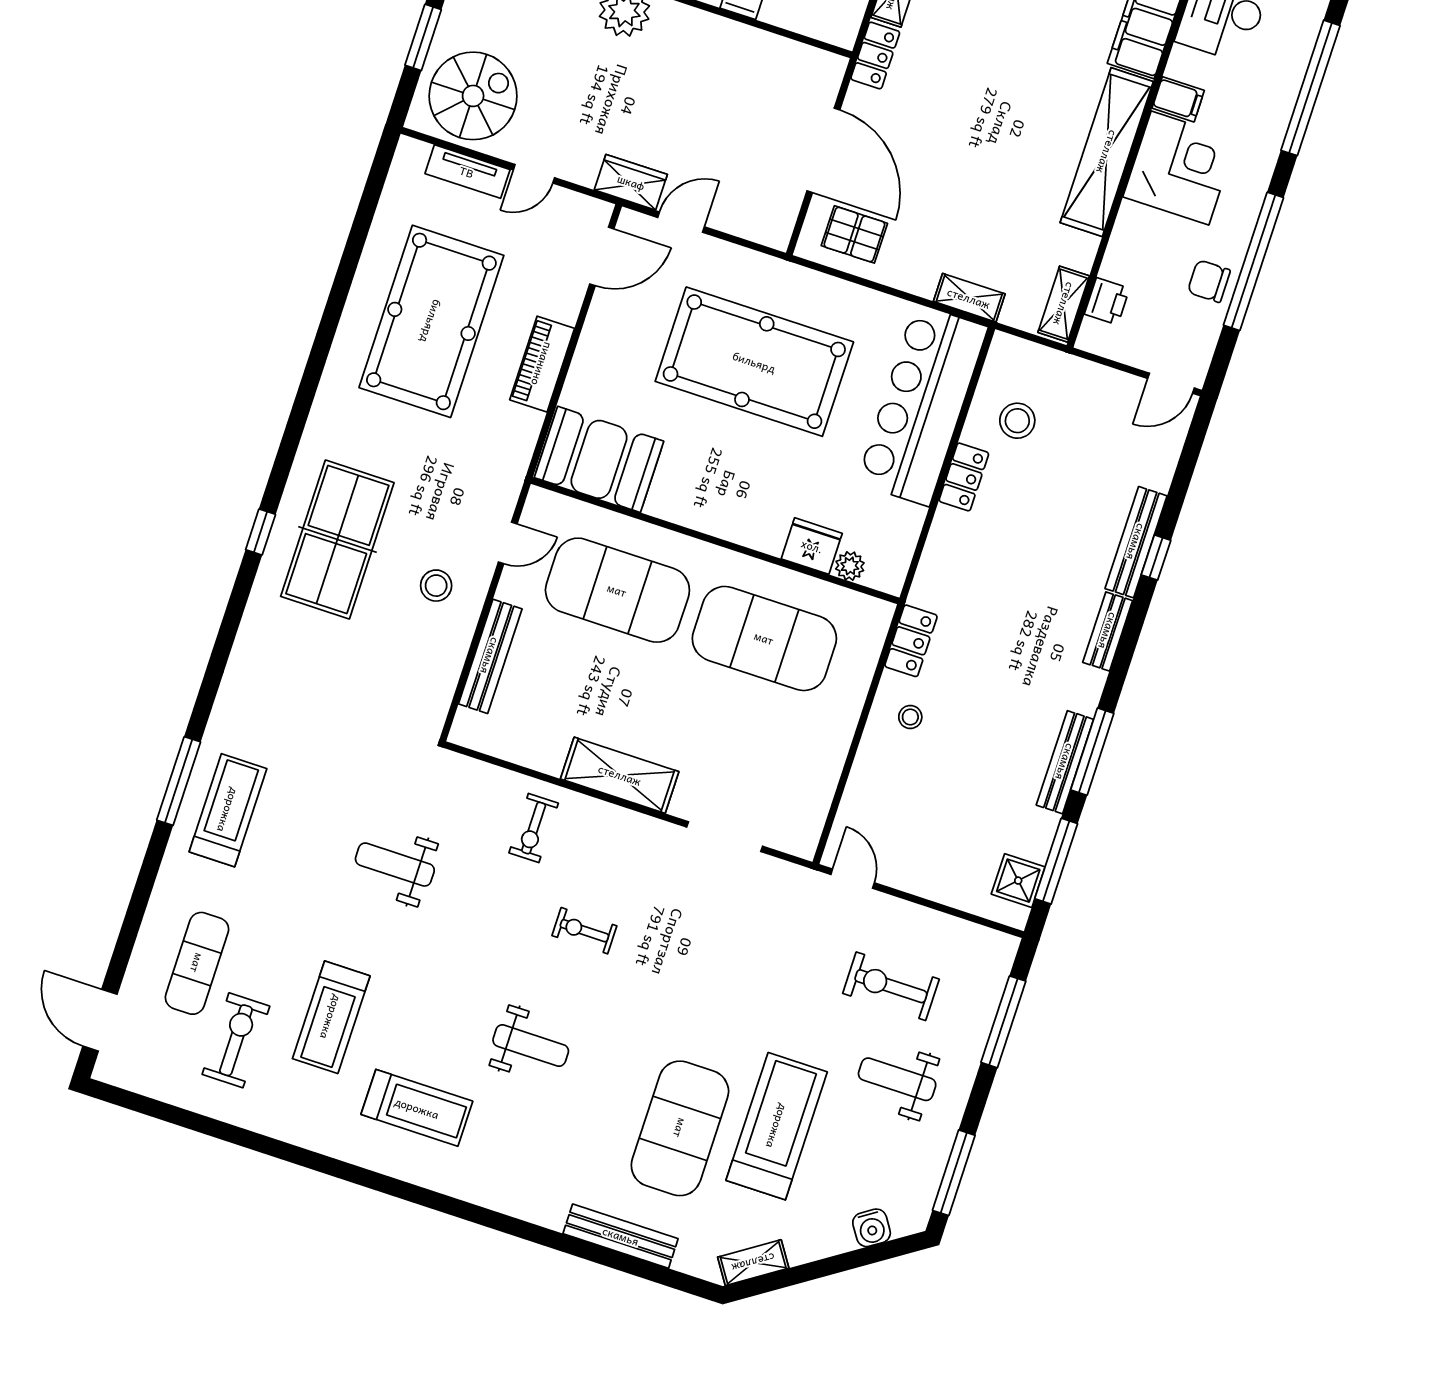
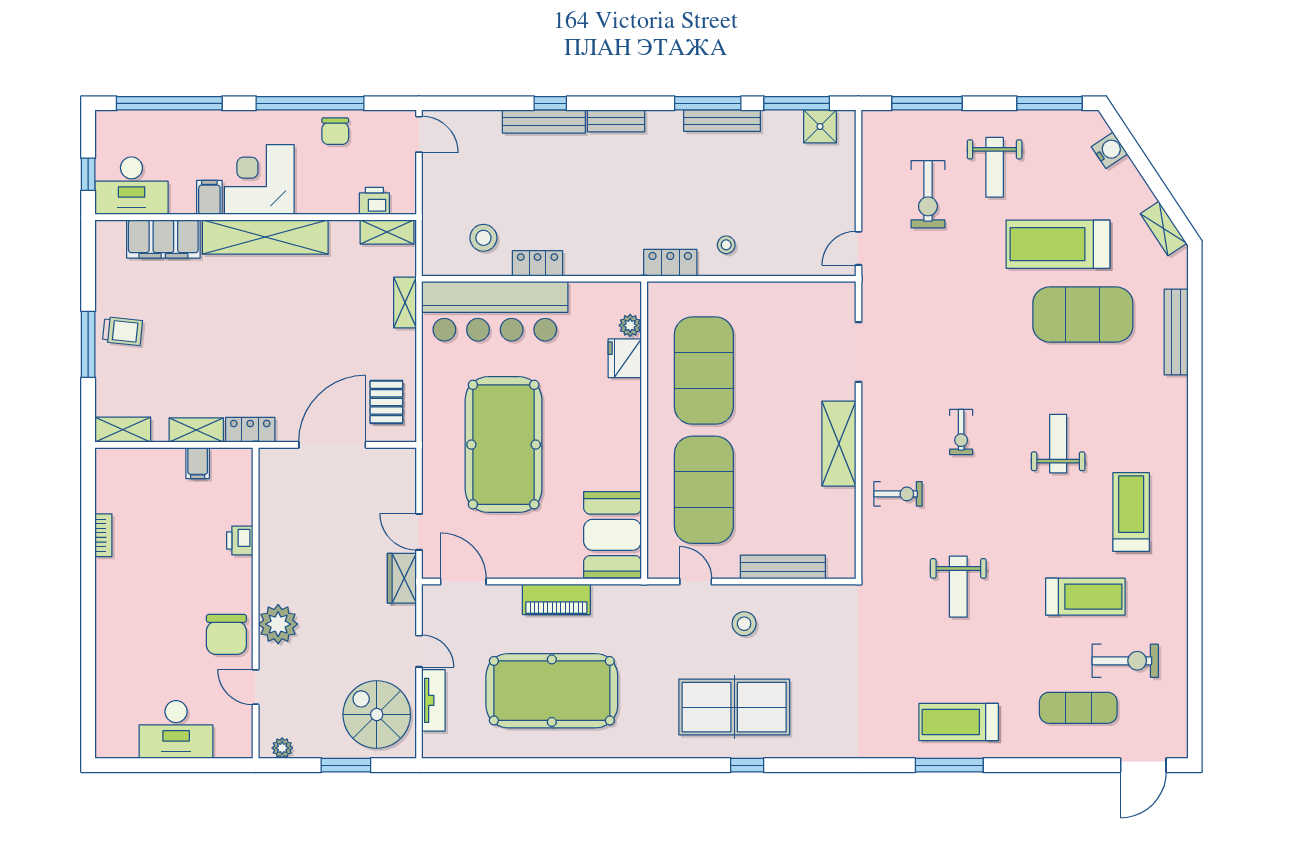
exercise bike: (236, 1040) -> (1125, 661), turned 180

